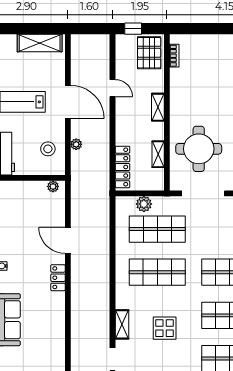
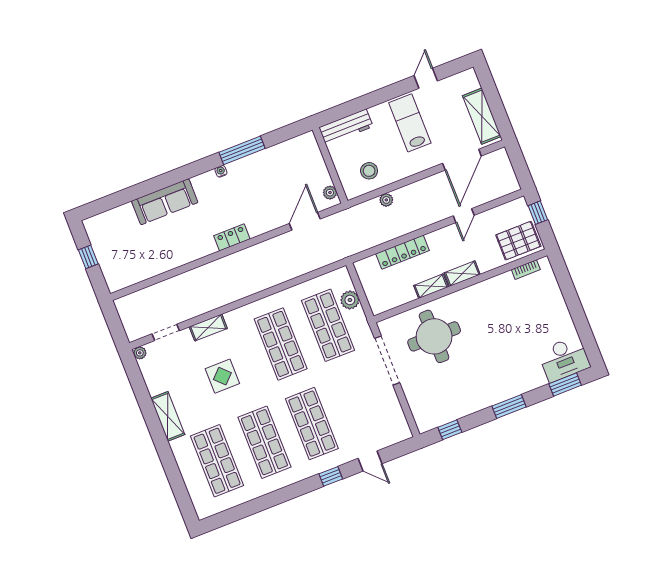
door: (68, 102) -> (462, 160), moved
shelving: (158, 154) -> (431, 286), moved
locker: (122, 167) -> (403, 252), moved
door: (68, 240) -> (305, 221), moved

